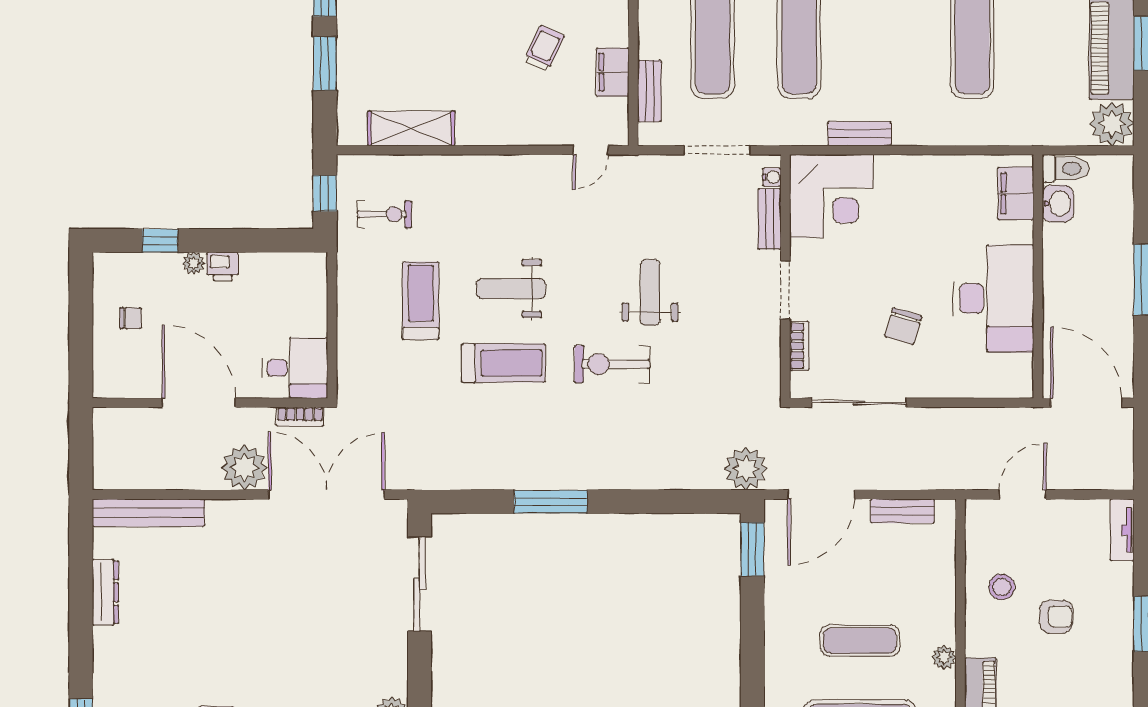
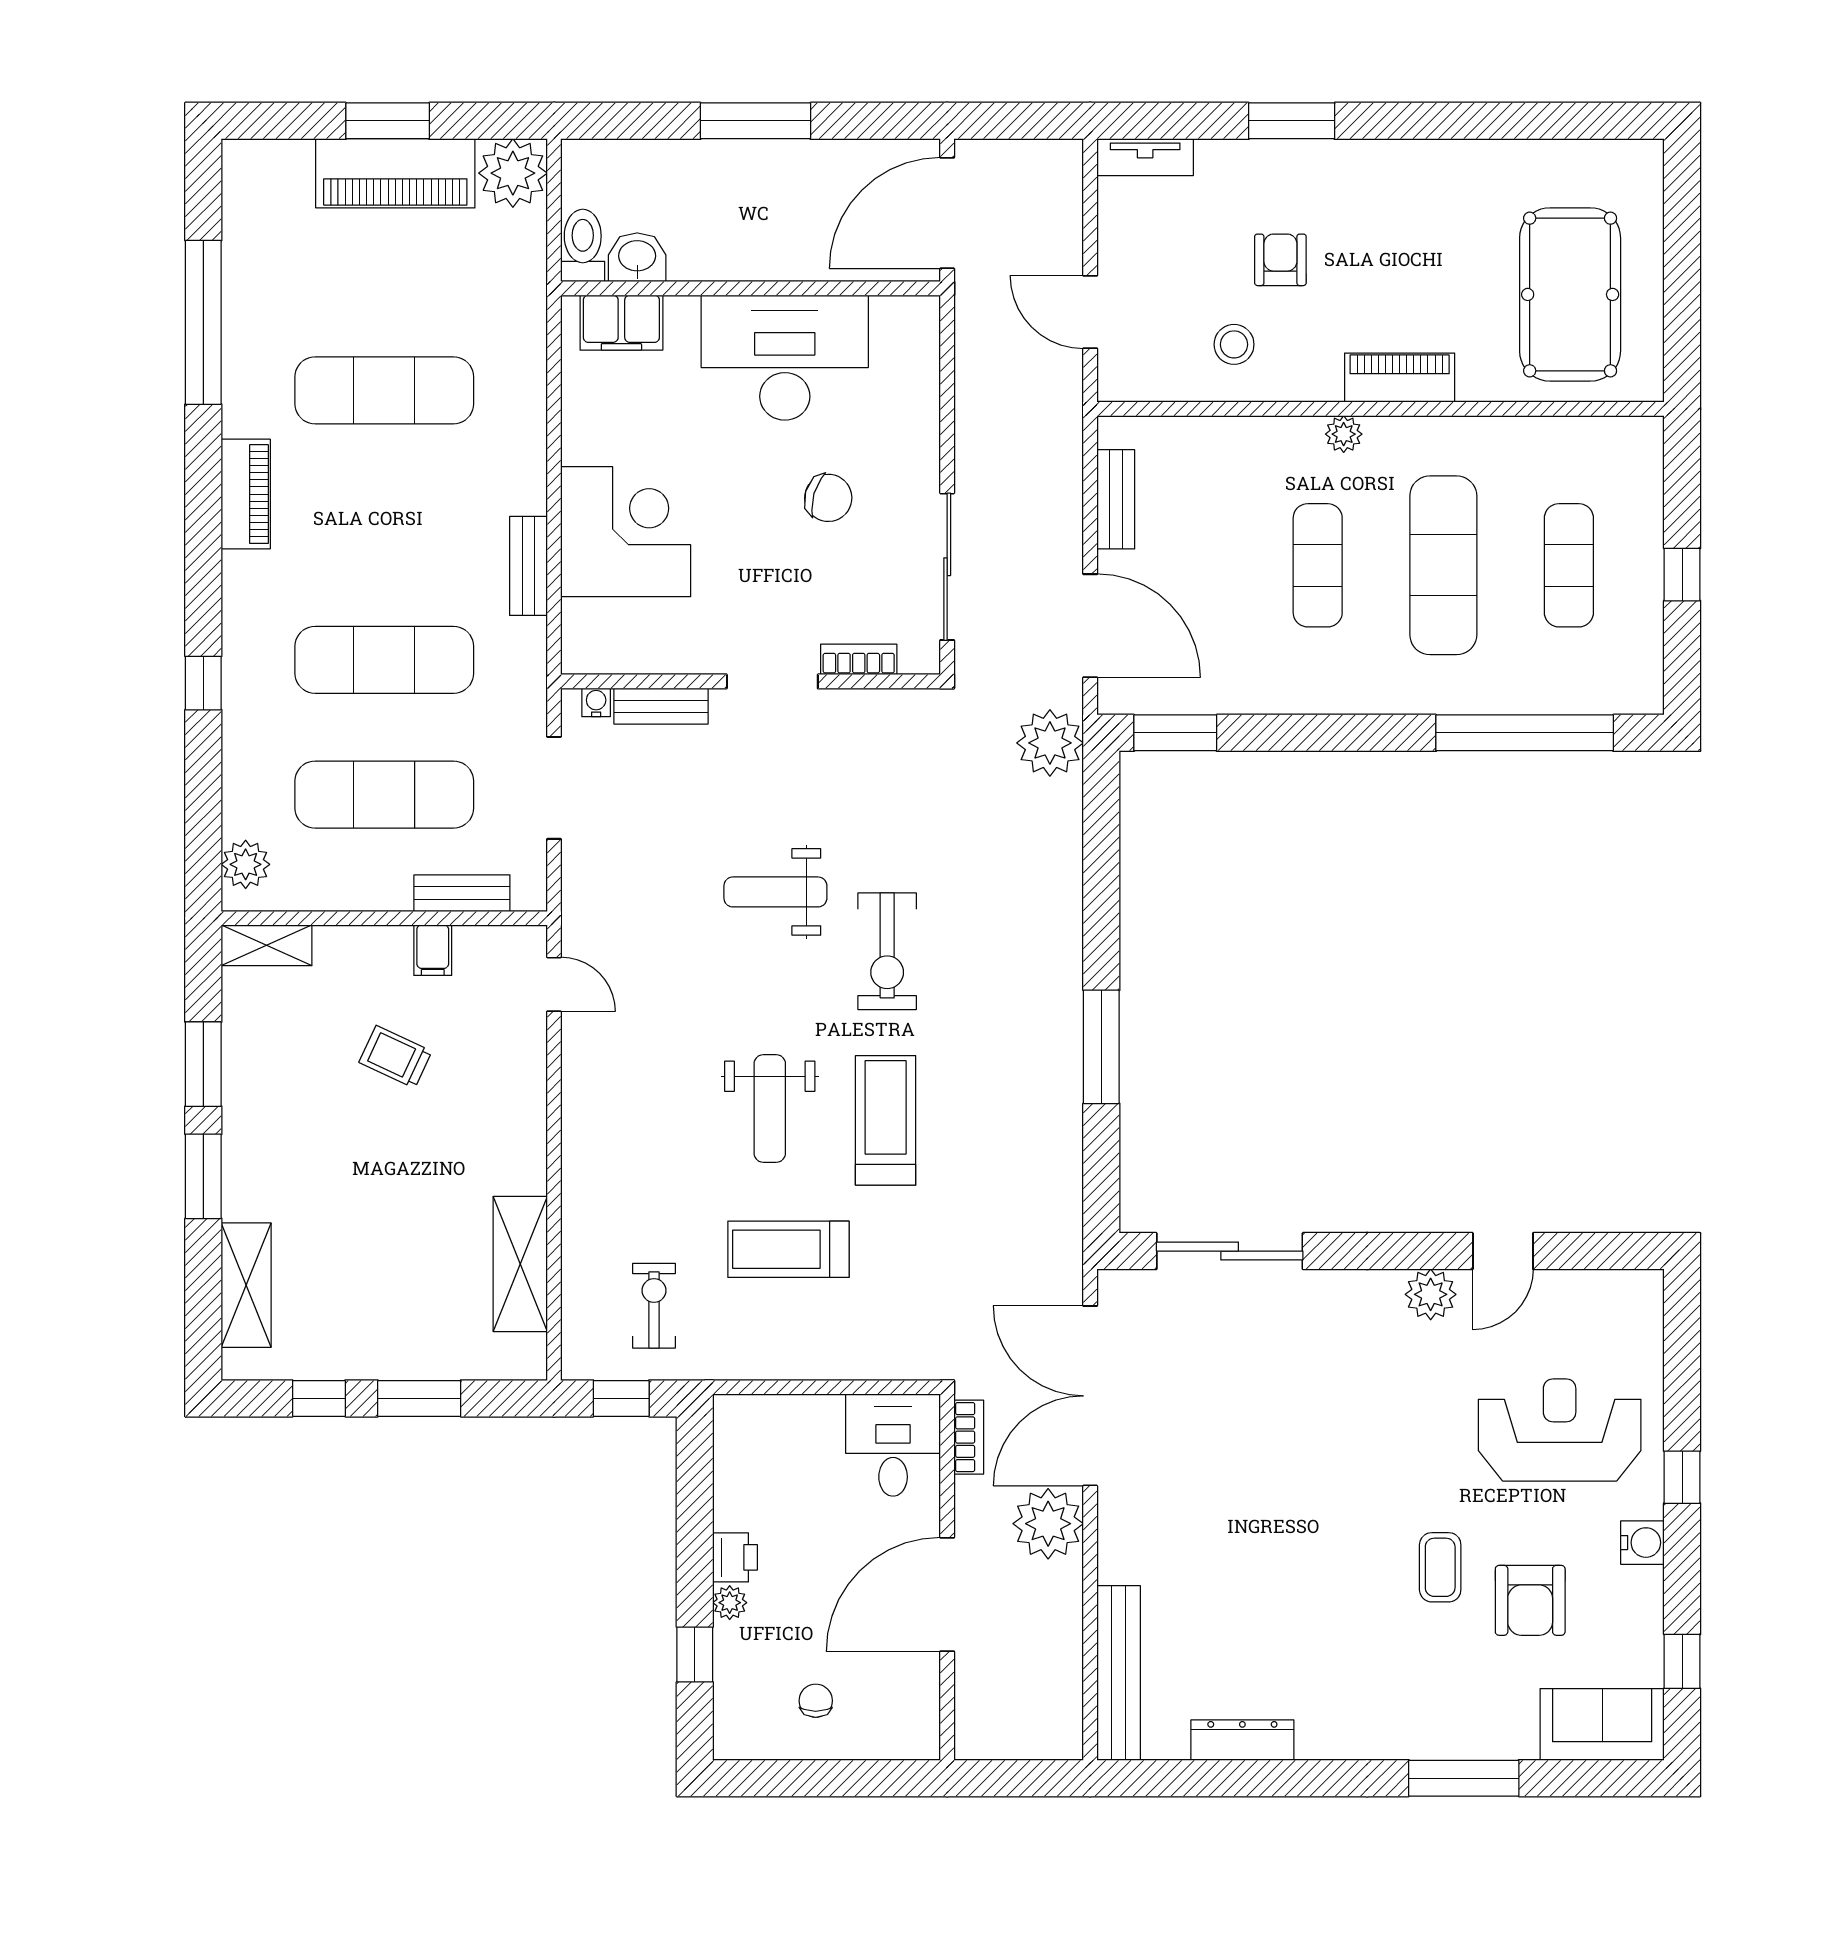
filing cabinet: (613, 72) -> (433, 950), width x0.50
corner desk: (831, 196) -> (626, 532), moved

